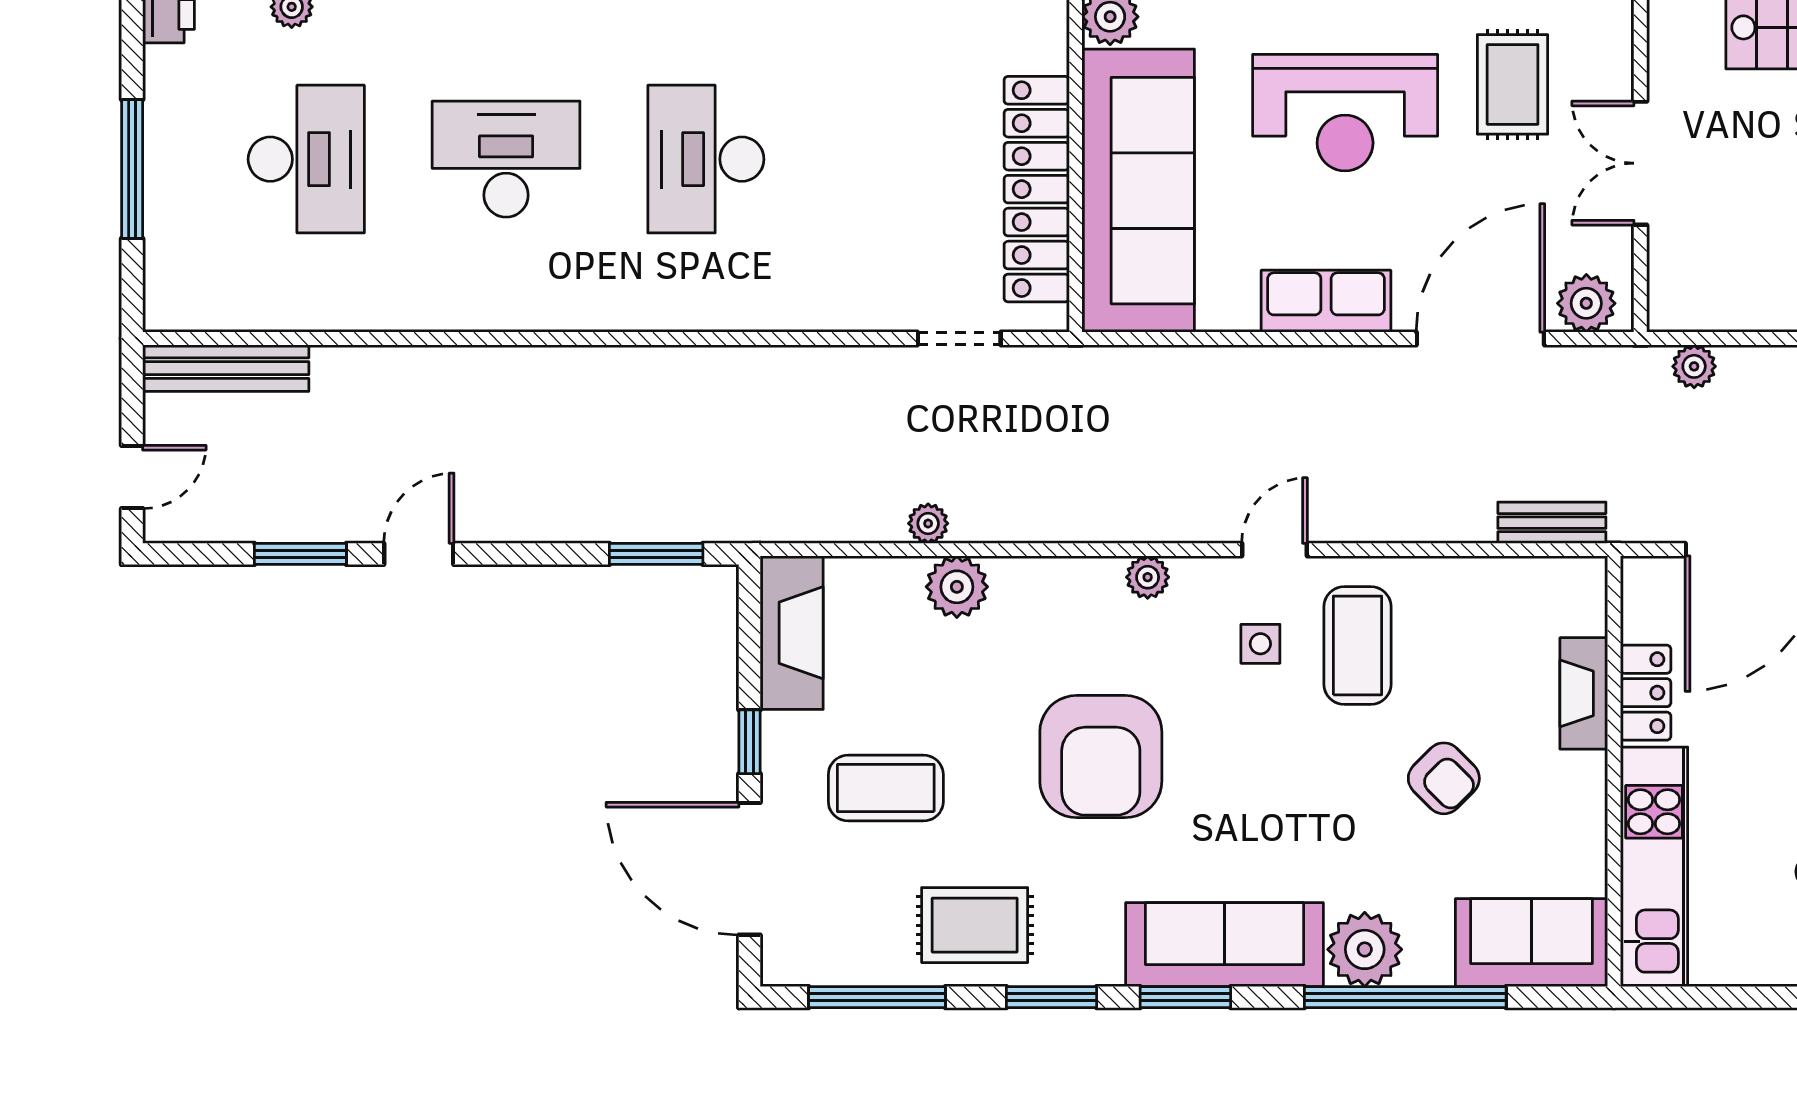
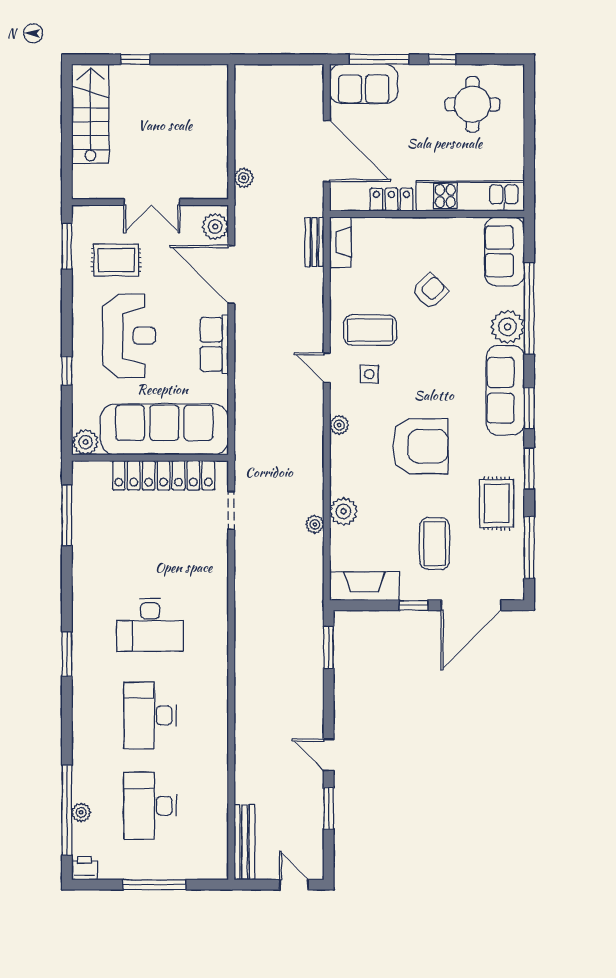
desk: (306, 159) -> (150, 806), turned -90
fireplace: (1584, 693) -> (340, 242), moved, turned -90

